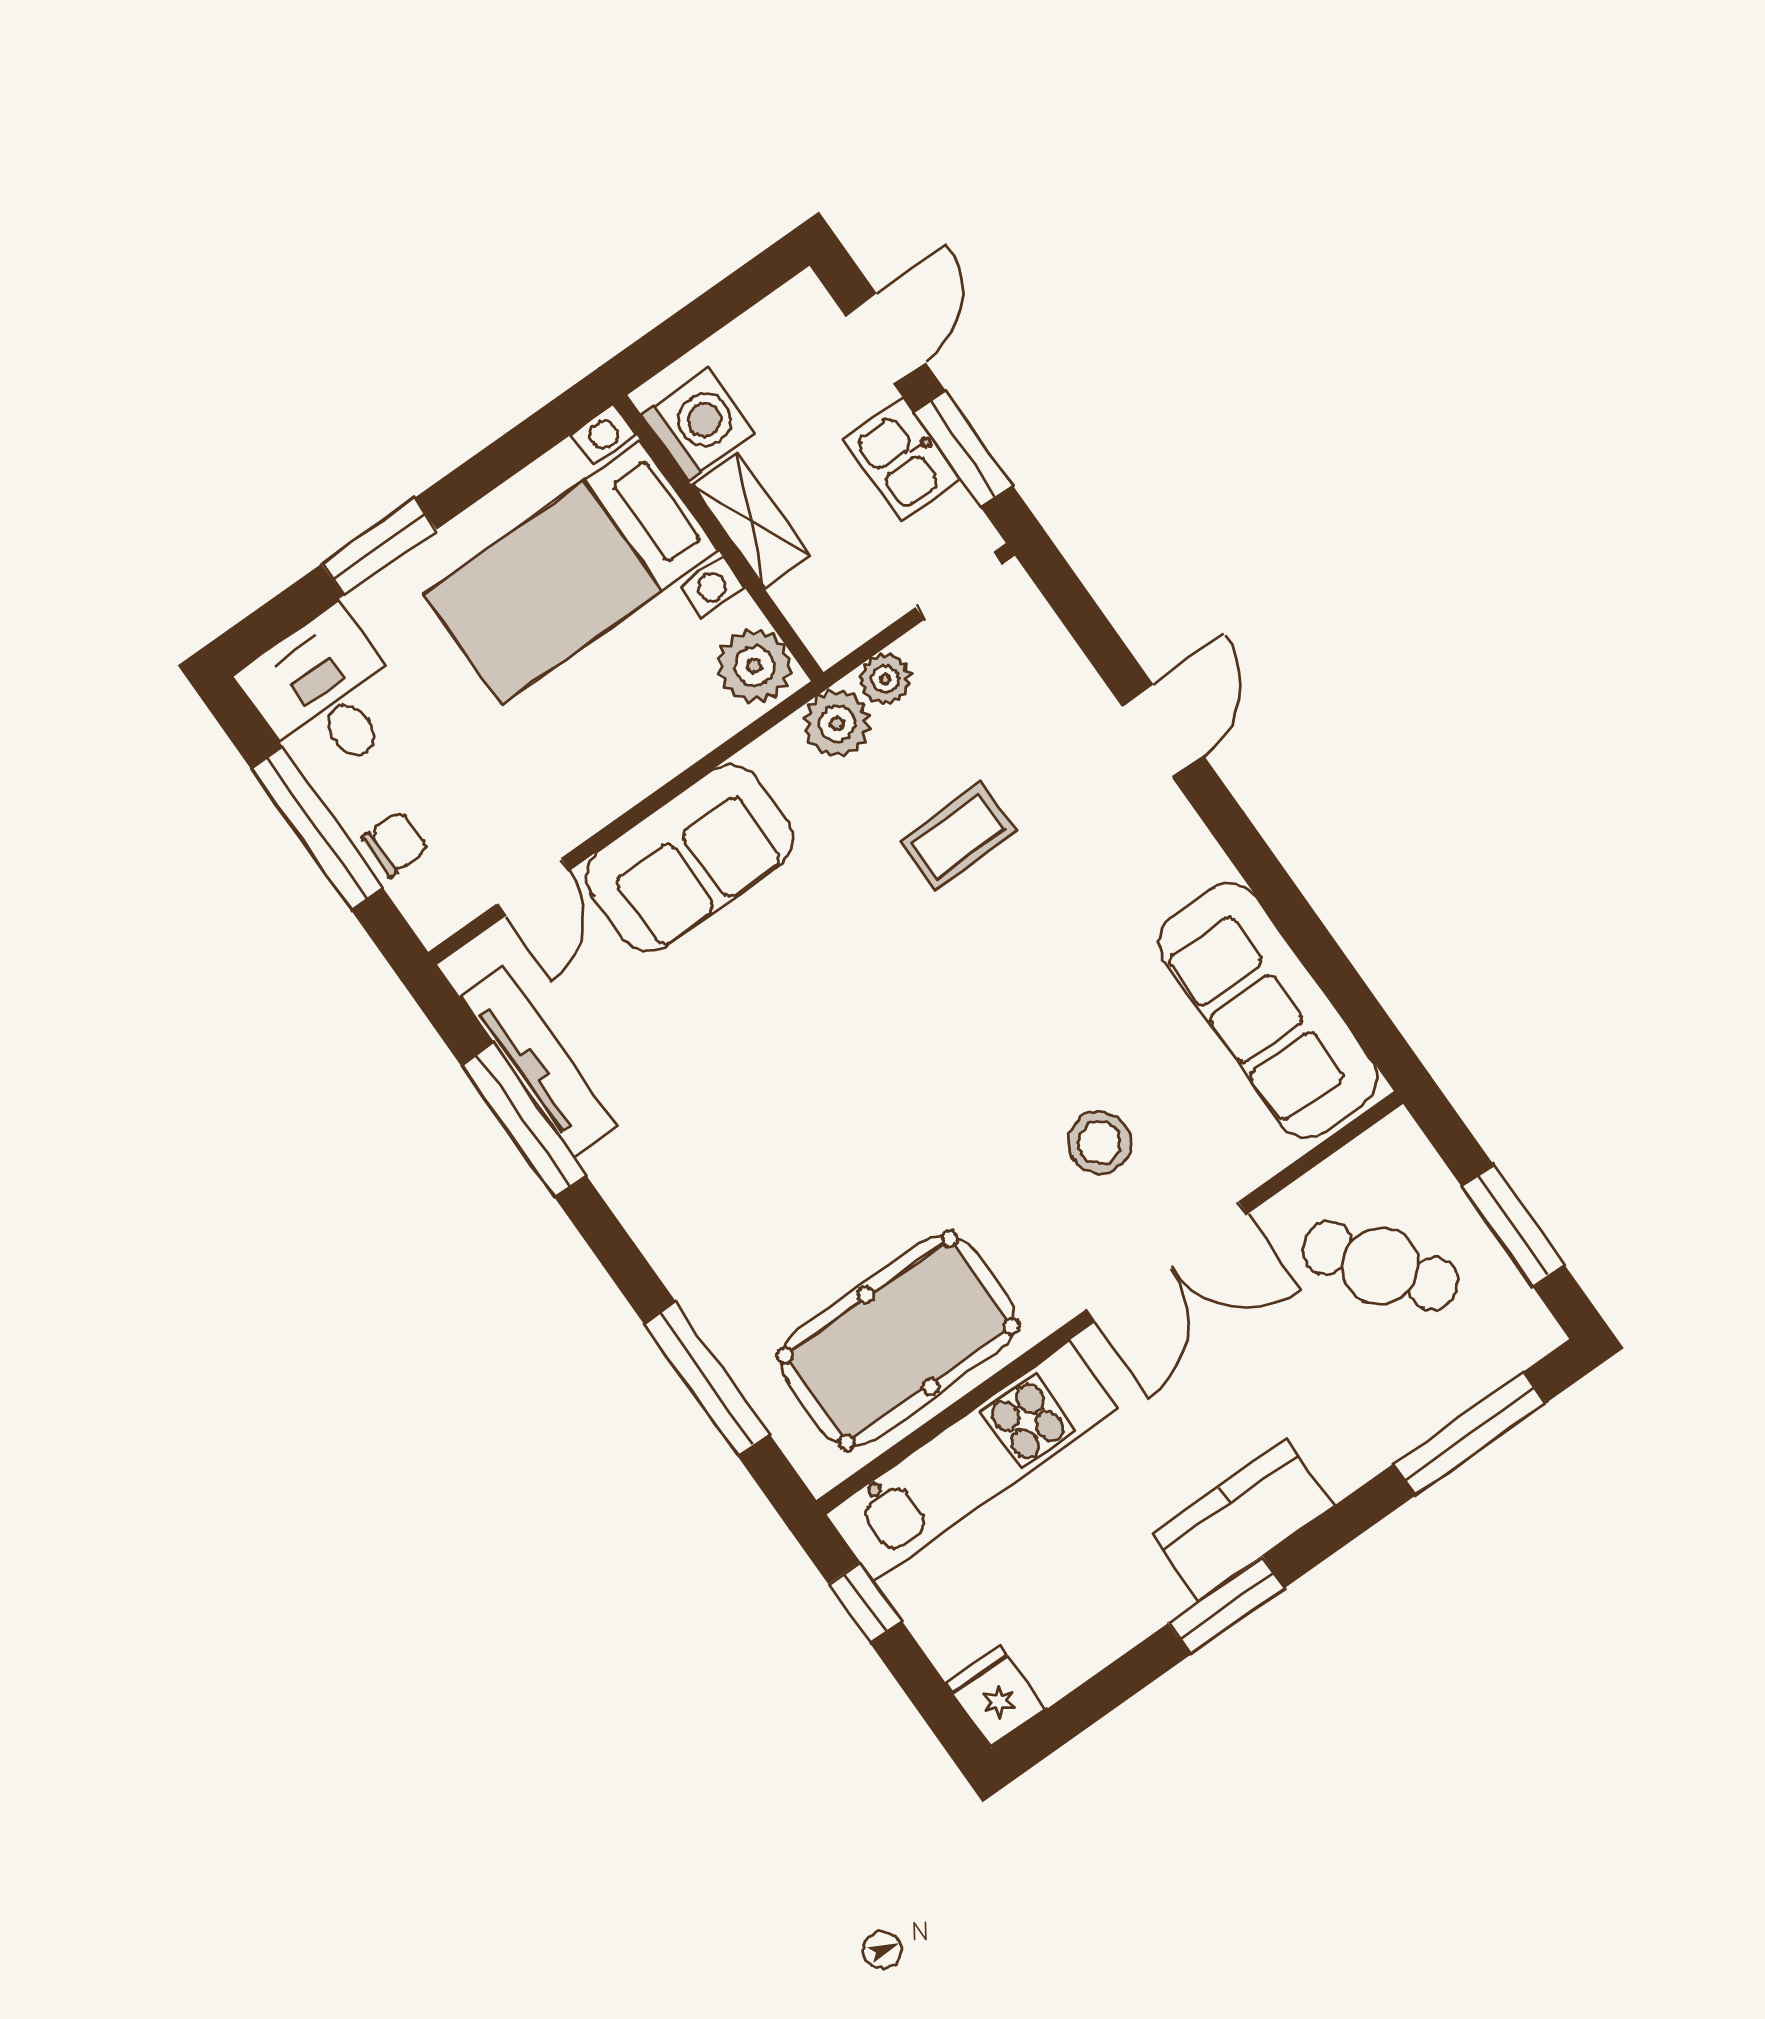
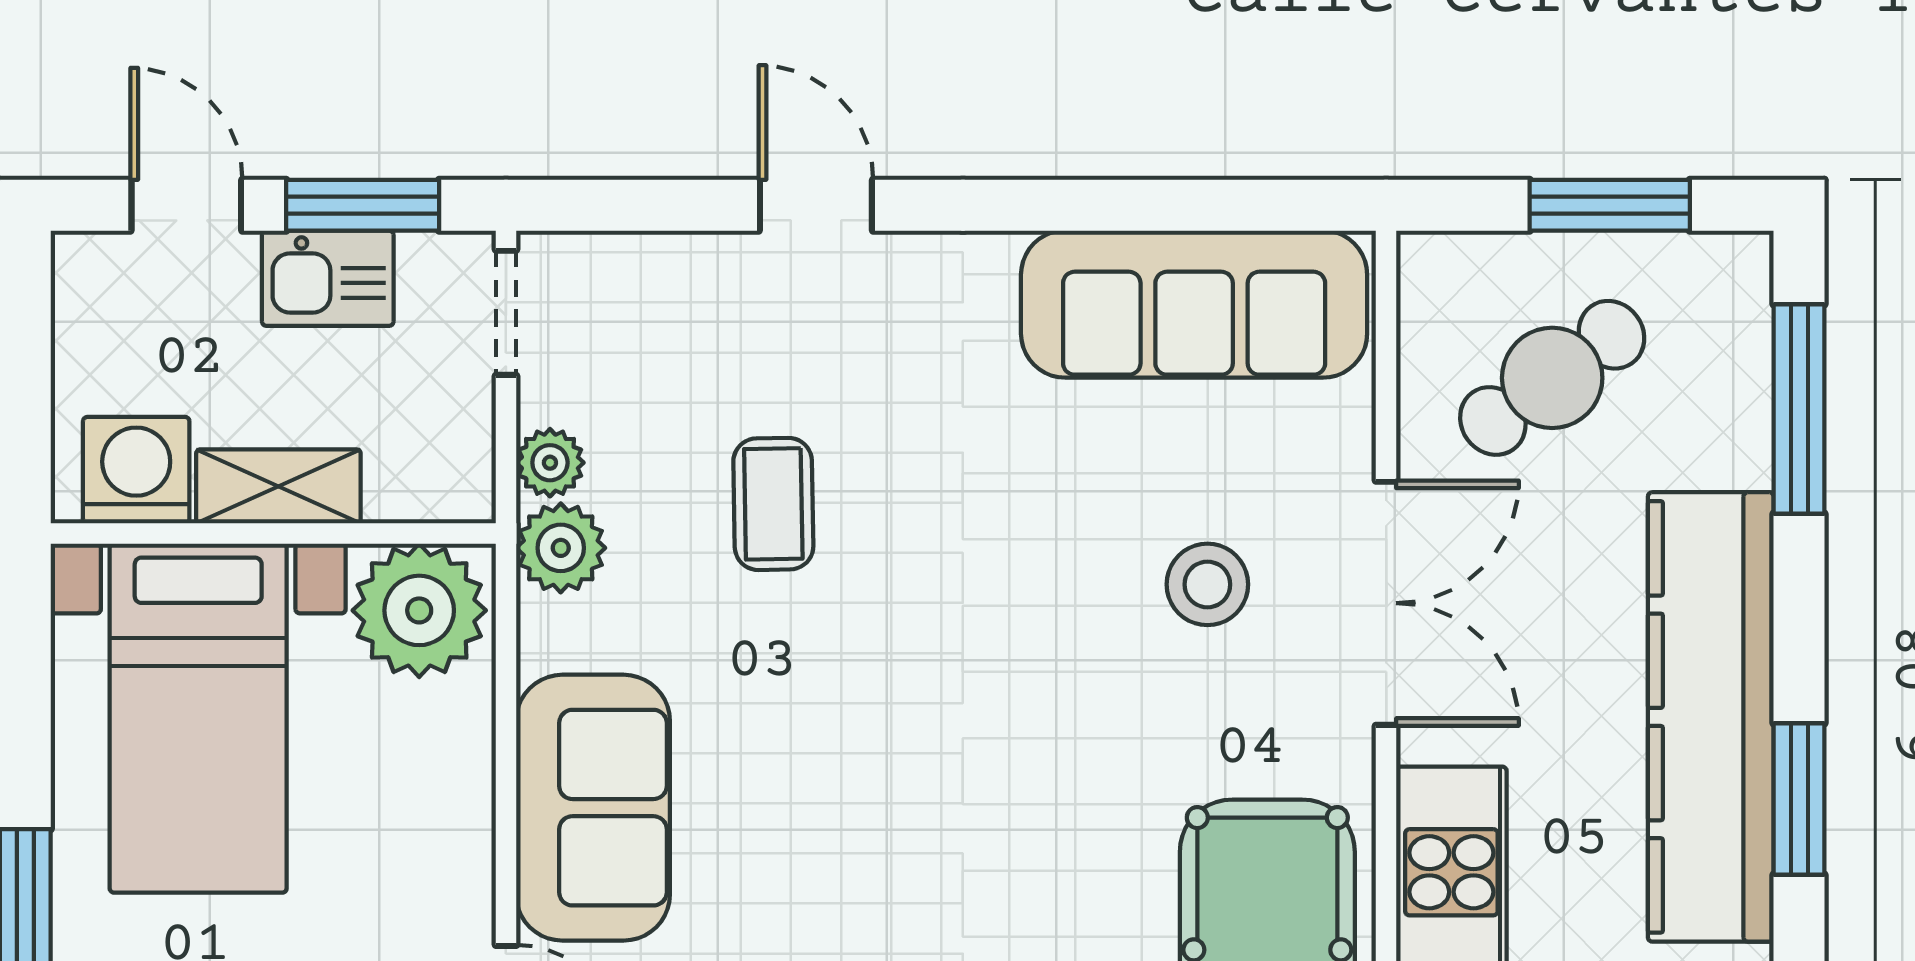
plant: (754, 666) -> (419, 610), width x1.36, depth x1.36
kitchen counter: (1243, 1520) -> (1711, 717), width x2.08, depth x1.17

